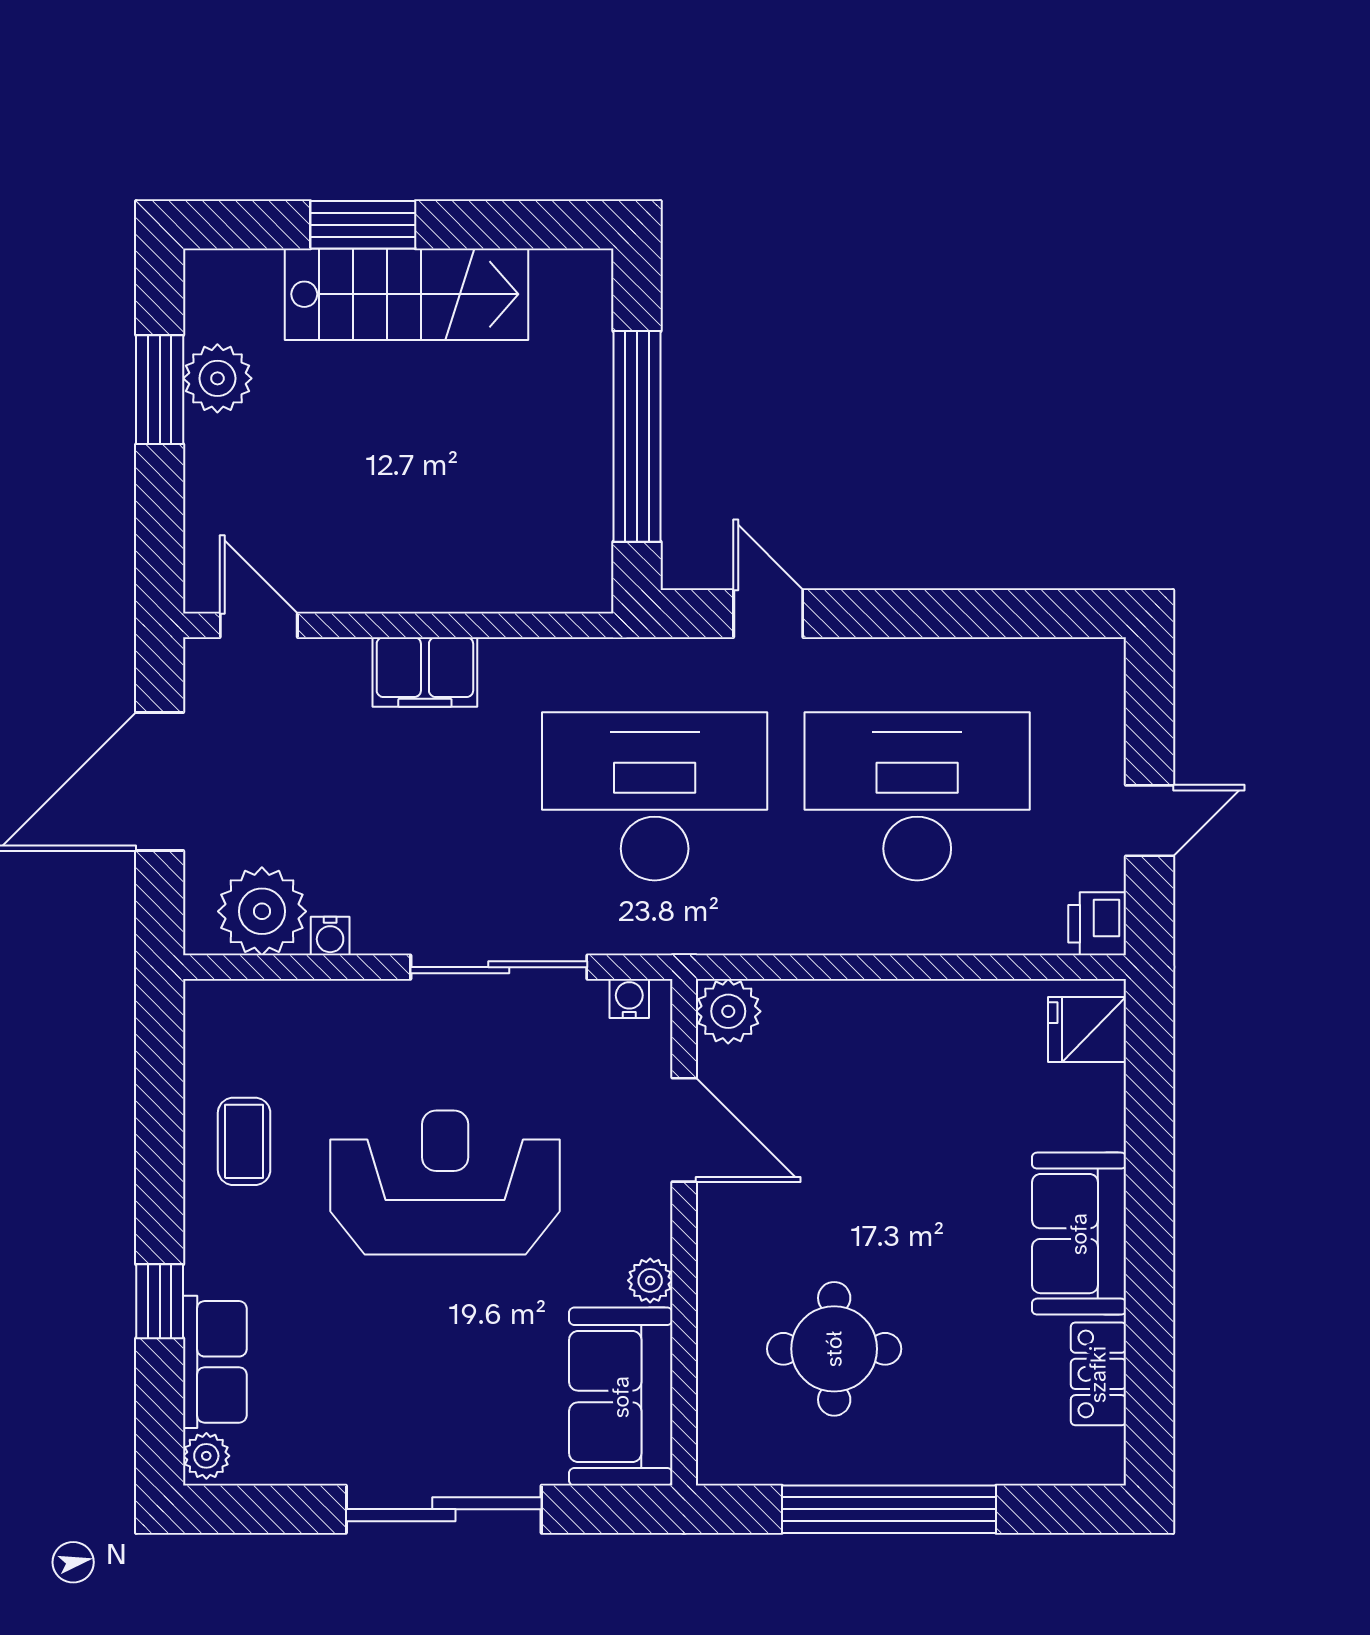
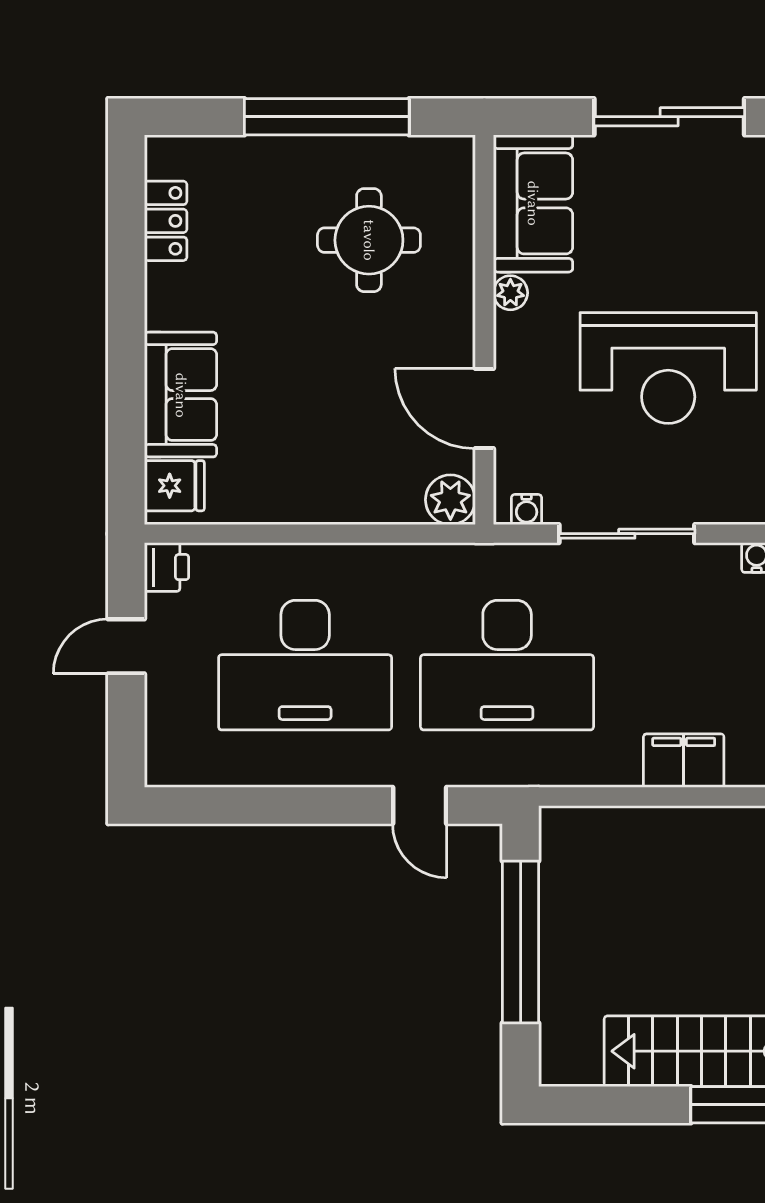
sofa: (1079, 1234) -> (181, 395), moved

